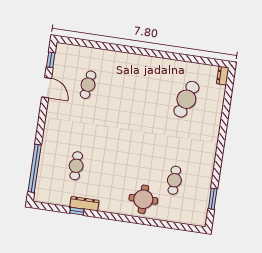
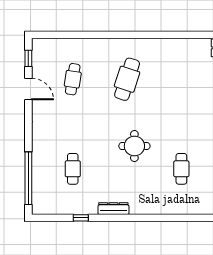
cafe table: (186, 99) -> (127, 79), moved
round table: (143, 199) -> (134, 146), moved
dresser: (84, 204) -> (113, 209), moved

